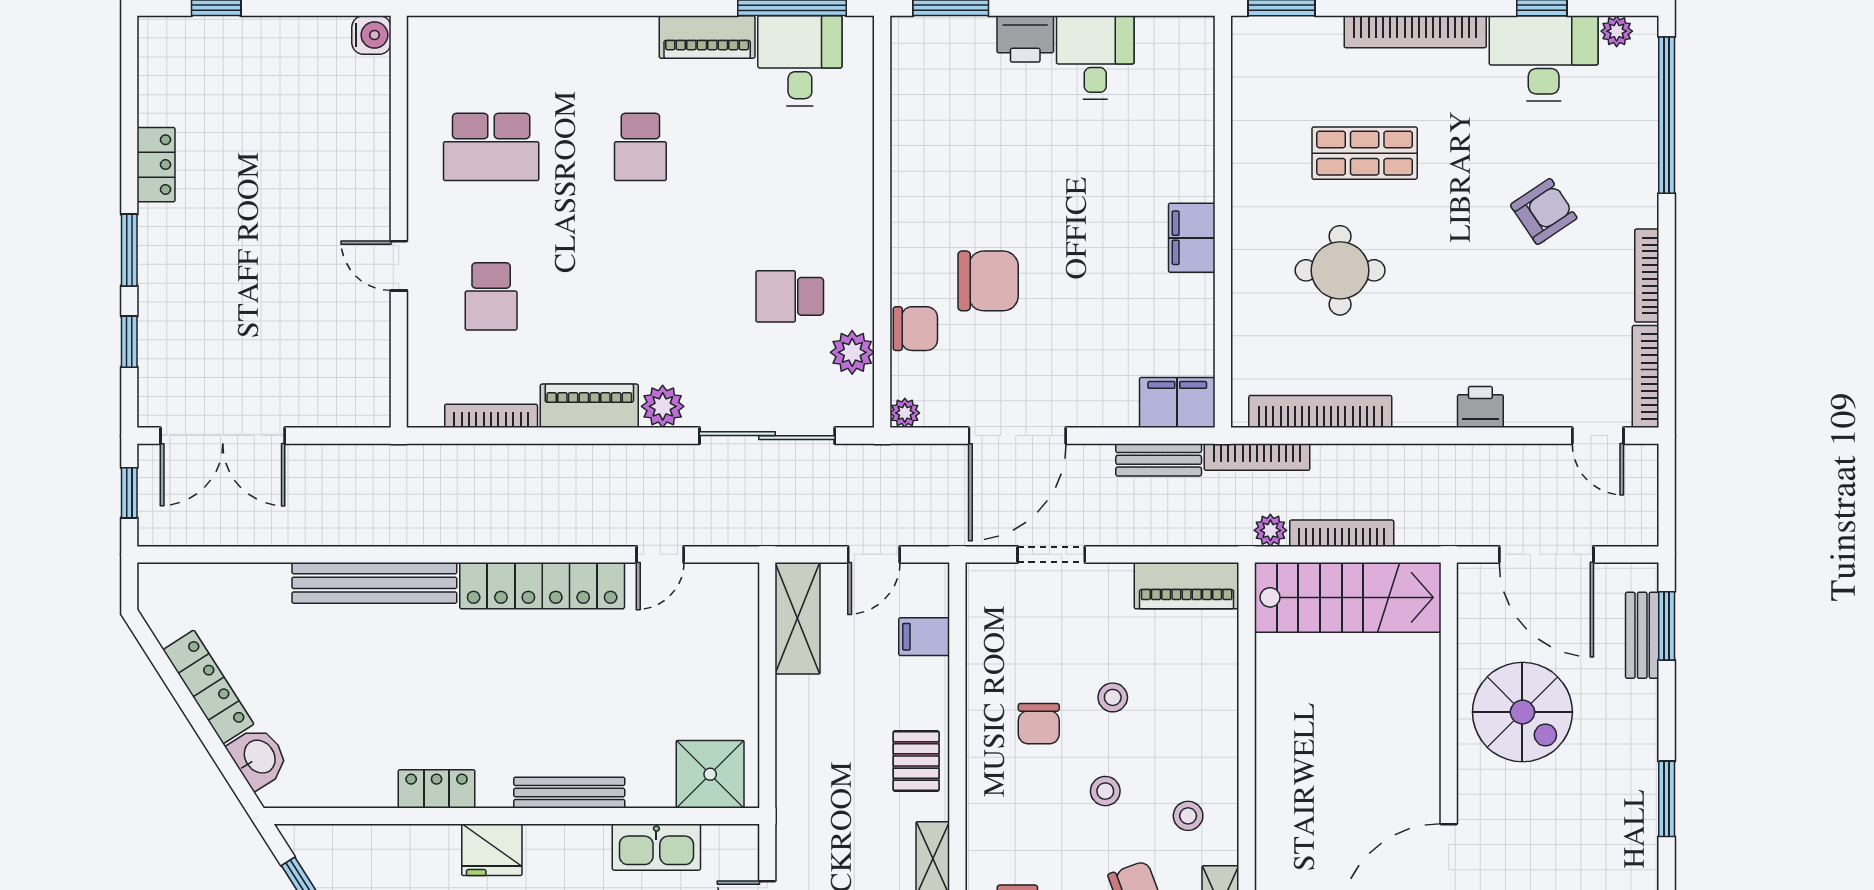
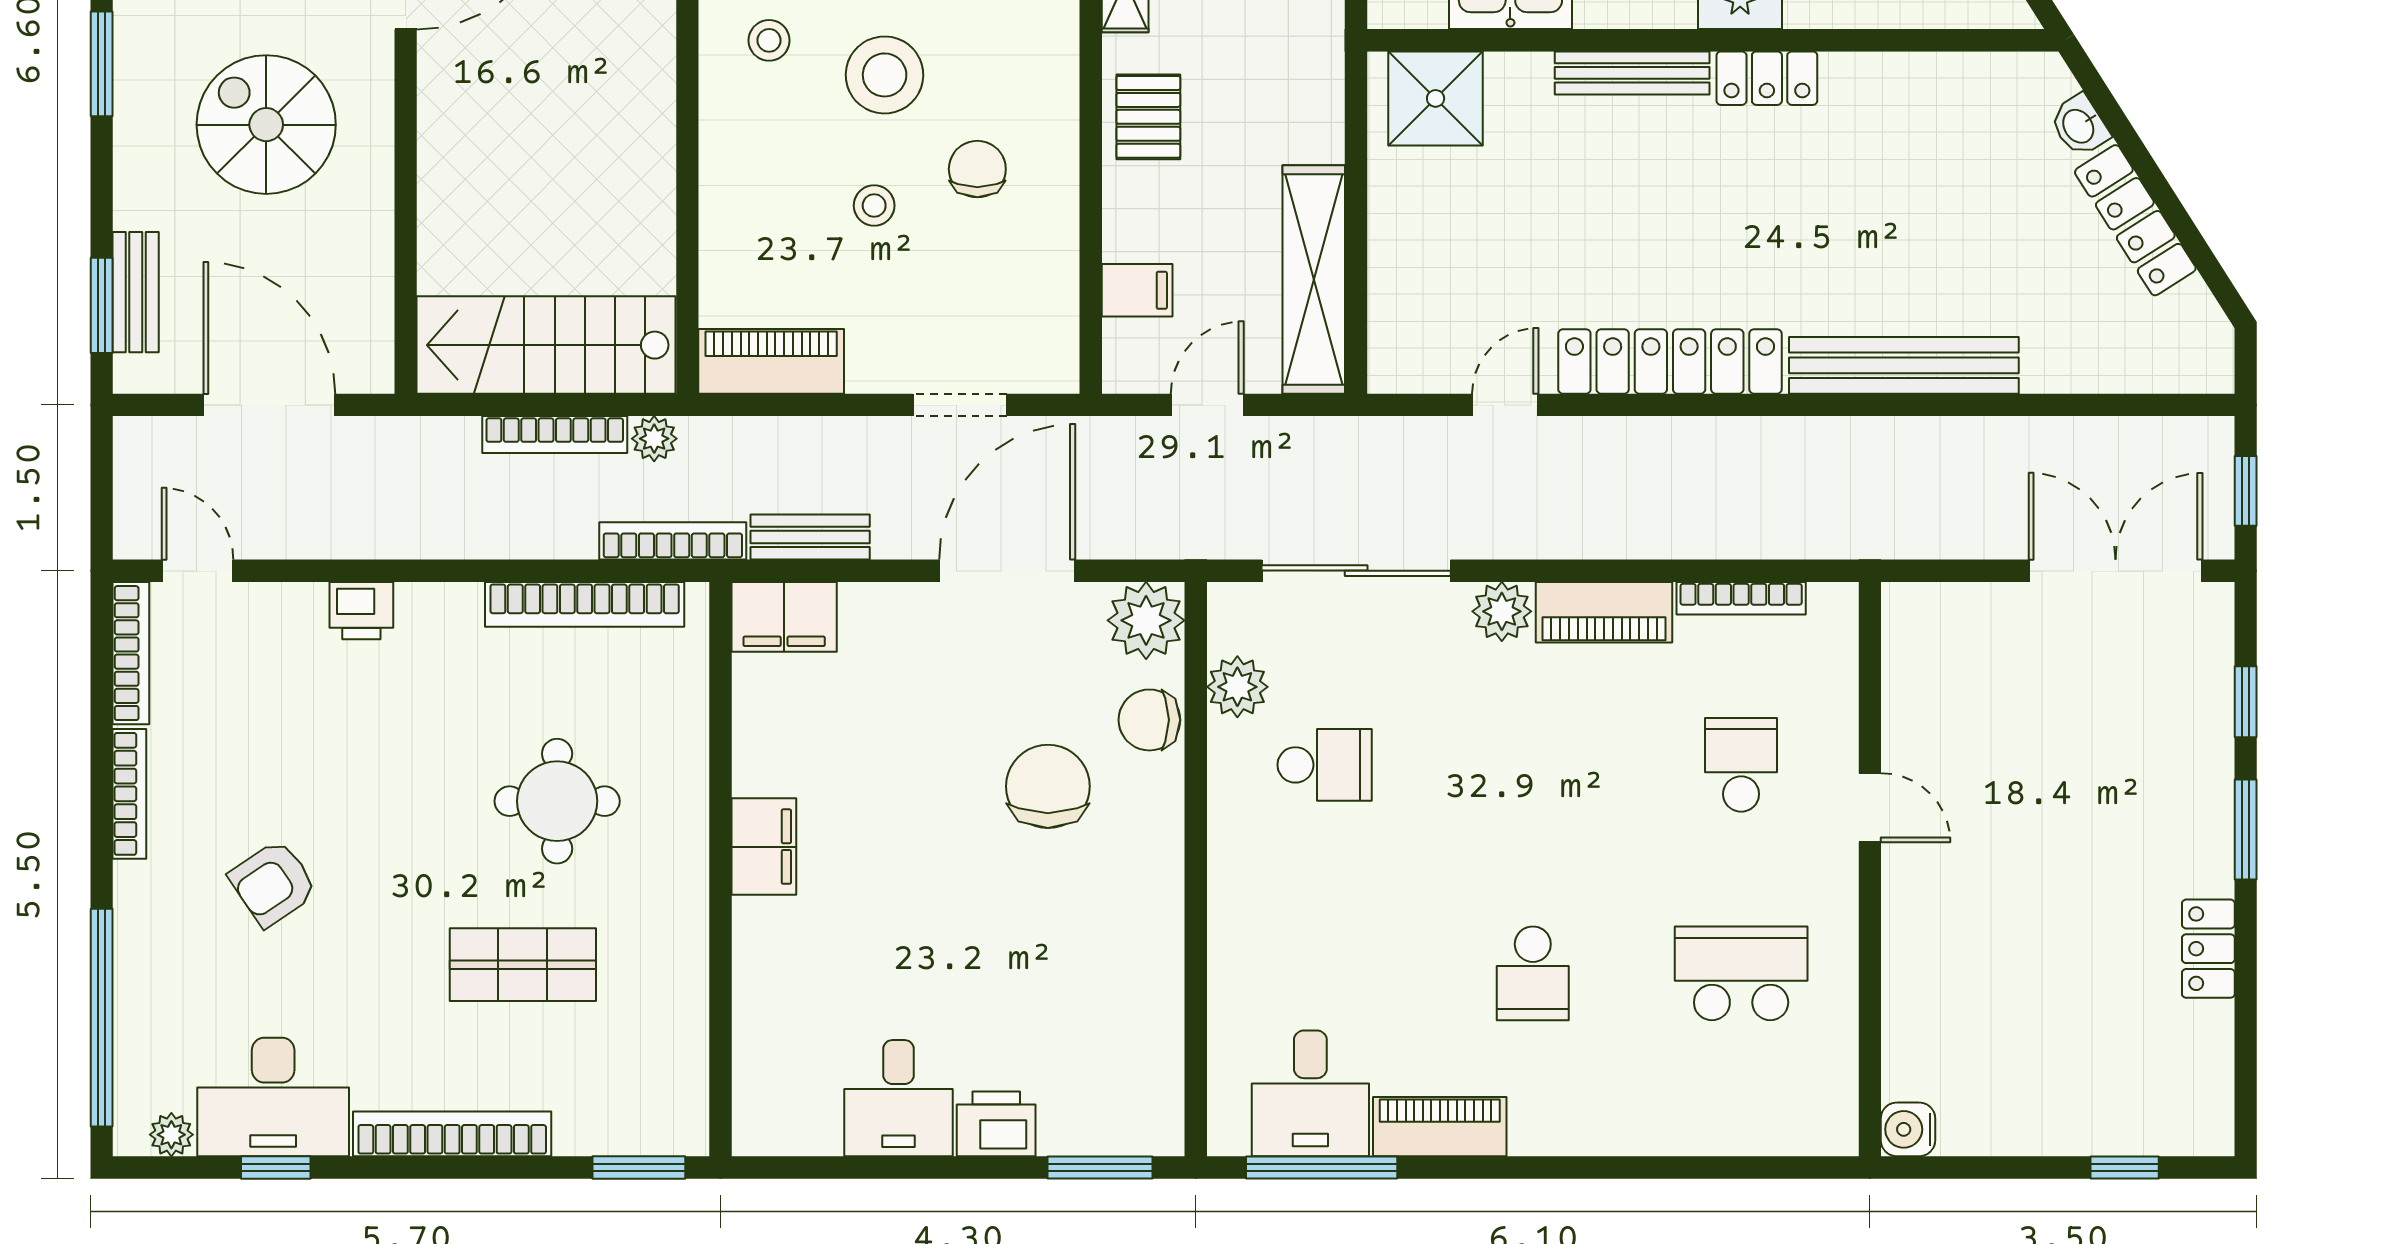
school desk: (640, 147) -> (1533, 973), turned 180
chair: (988, 281) -> (1048, 786), turned 90
plant: (905, 413) -> (1146, 620), width x1.87, depth x1.87
shelving: (797, 618) -> (1314, 280), width x1.47
spiral stairs: (1522, 712) -> (266, 125), moved
washbasin: (259, 757) -> (2079, 126), width x0.72, depth x0.69
locker: (437, 789) -> (1767, 78), moved
stool: (1105, 791) -> (885, 75), width x1.89, depth x1.89

